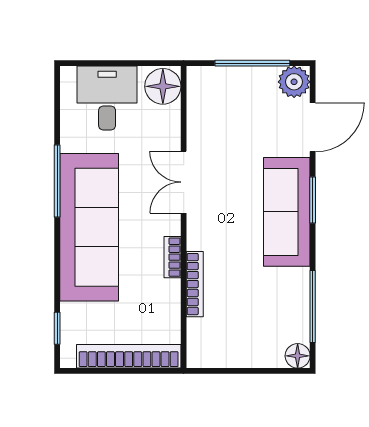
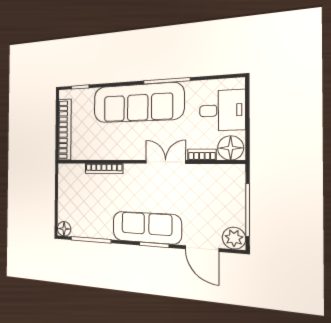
bookcase: (172, 257) -> (202, 155), moved

